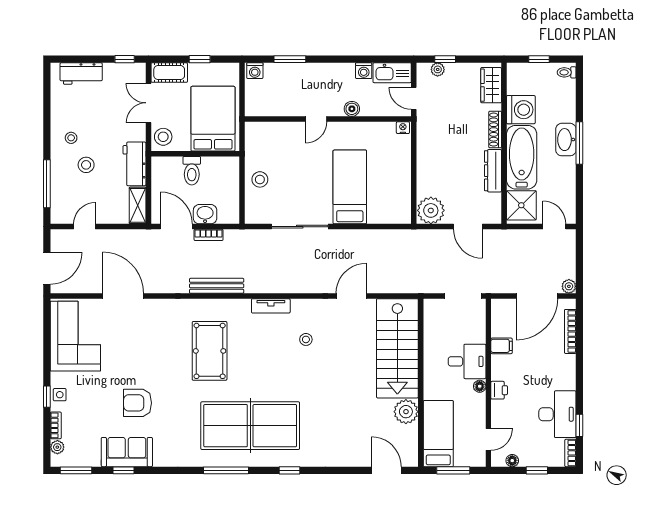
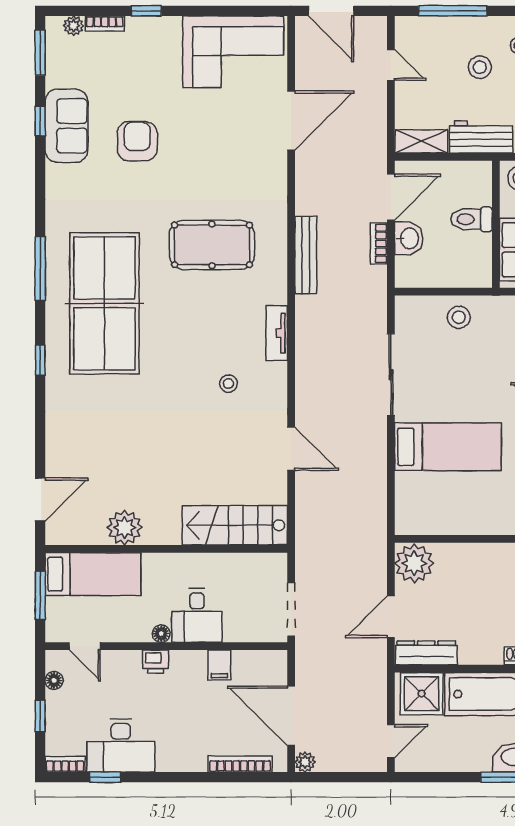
dresser: (493, 171) -> (426, 653), moved
stairs: (397, 348) -> (235, 525), width x0.73, depth x0.66
side table: (60, 395) -> (149, 29), removed

